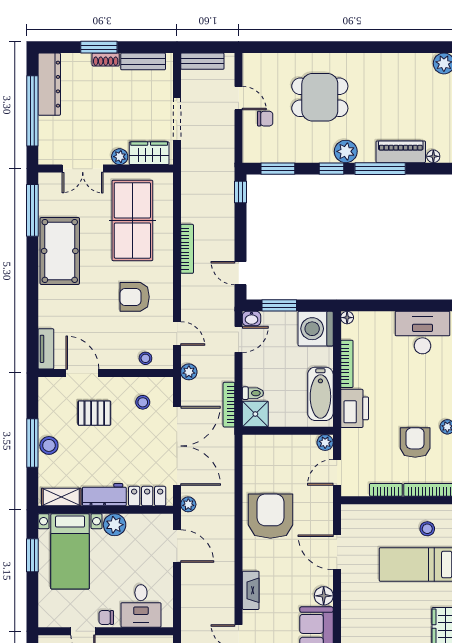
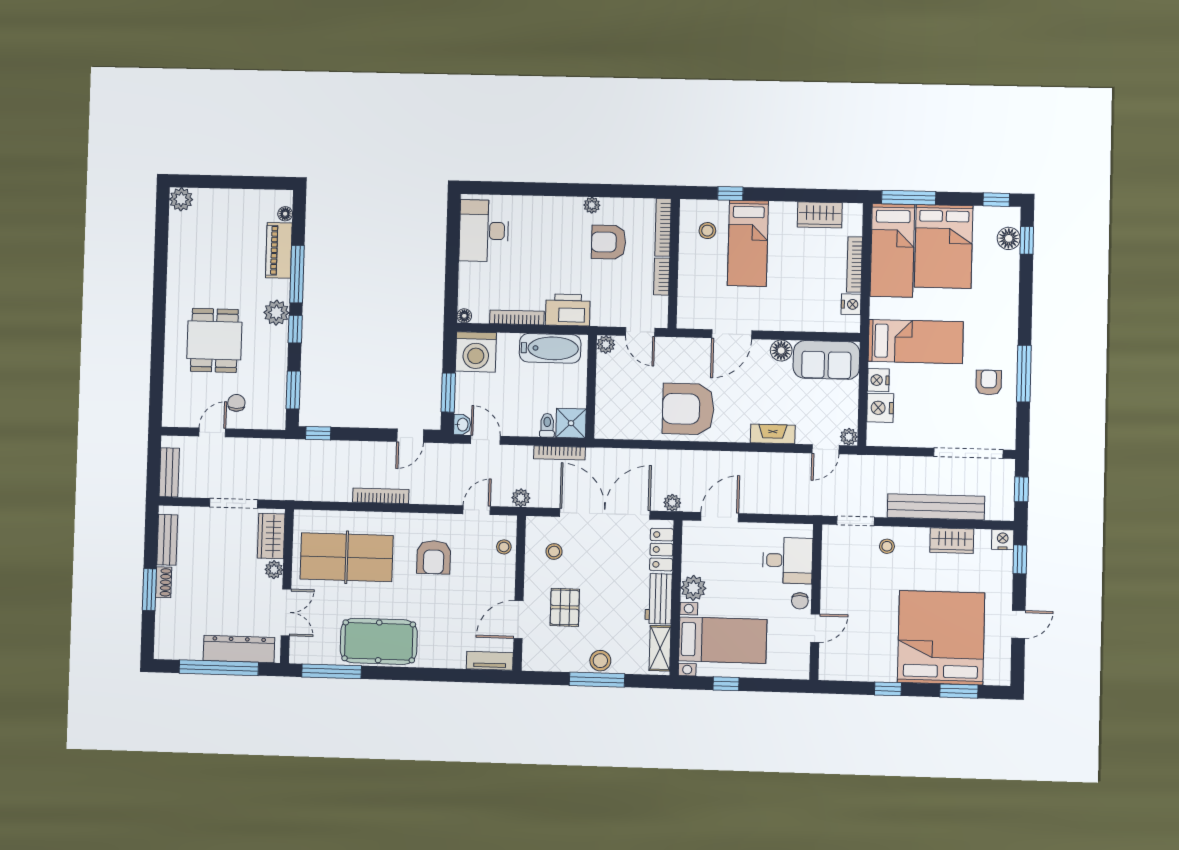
dresser: (49, 84) -> (239, 649), moved
window: (32, 555) -> (726, 684), width x0.67

